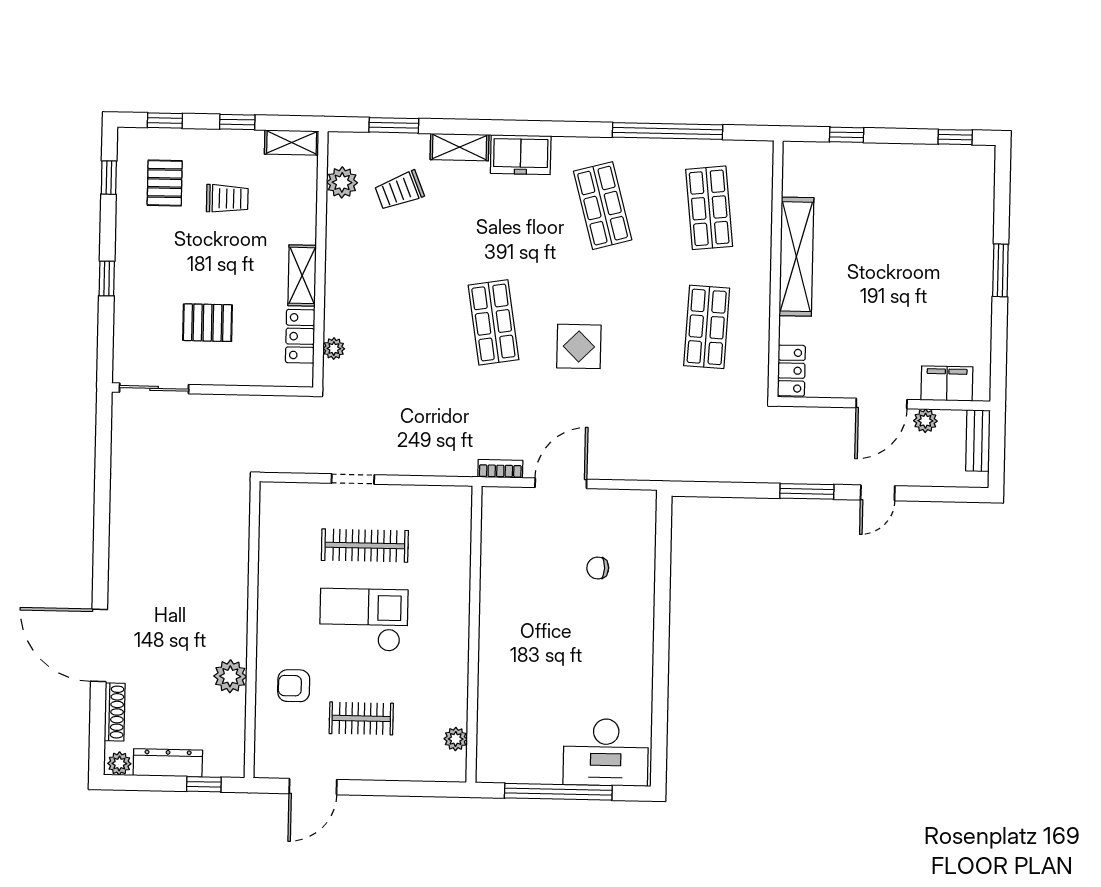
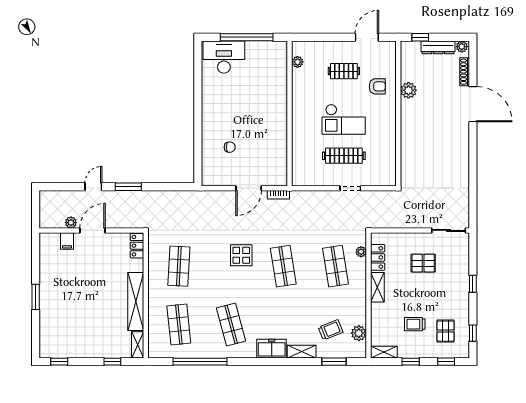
shelving: (794, 168) -> (138, 345), added
shop shelf: (387, 320) -> (335, 266), added
filing cabinet: (947, 383) -> (67, 241), width x0.50
bench: (978, 440) -> (45, 213), removed

